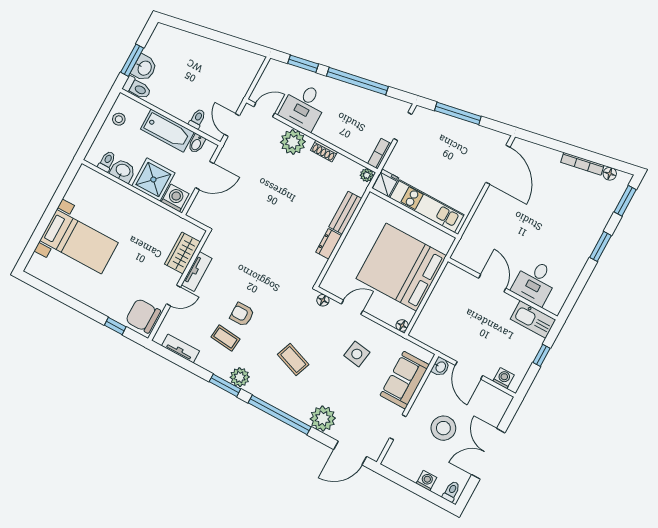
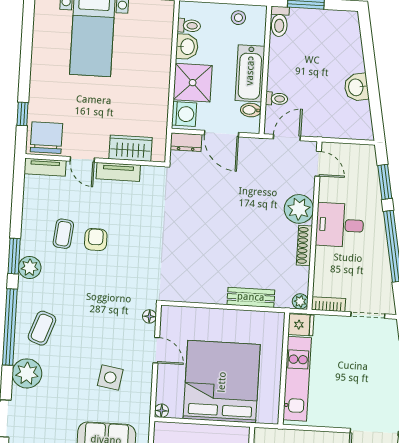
washbasin: (144, 68) -> (356, 87), moved, turned 79
desk: (304, 106) -> (340, 225), moved
shoe rack: (324, 151) -> (304, 245), width x1.43
dresser: (329, 244) -> (186, 142), moved, turned 180
tv unit: (181, 348) -> (45, 167), moved, turned 90
coffee table: (293, 360) -> (42, 328), moved

